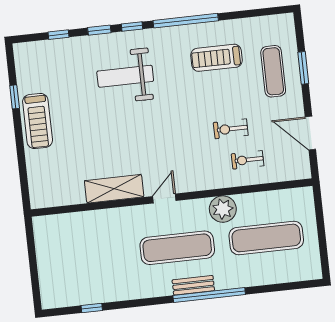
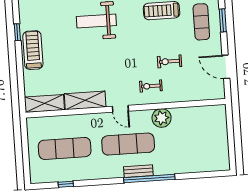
treadmill: (38, 121) -> (33, 50), turned 180
exercise bike: (248, 160) -> (151, 86), moved
shelving: (57, 195) -> (44, 103), added
door: (164, 198) -> (120, 109), swing flipped
exercise mat: (266, 238) -> (65, 148), moved

